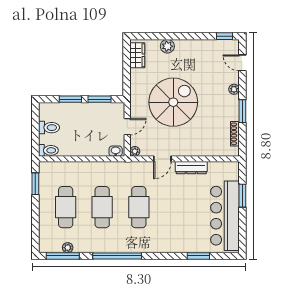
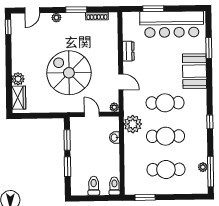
wardrobe: (137, 55) -> (19, 98), moved, turned 90
washbasin: (116, 151) -> (114, 138), moved
dresser: (191, 168) -> (128, 51), width x0.70
plant: (116, 171) -> (133, 124), added
booth: (173, 240) -> (195, 71), added
window: (117, 256) -> (210, 122), width x0.32

